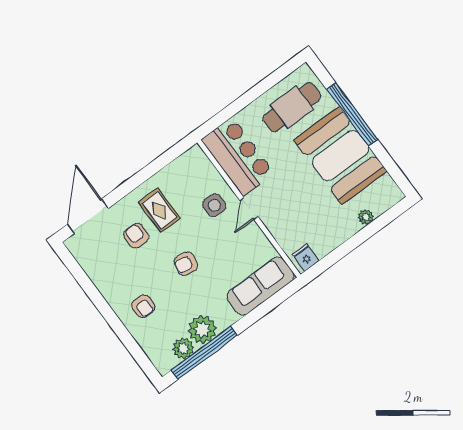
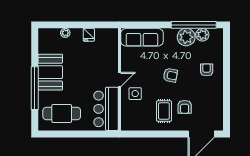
booth: (340, 156) -> (50, 72), width x0.73, depth x0.70
fridge: (306, 258) -> (89, 35), moved

